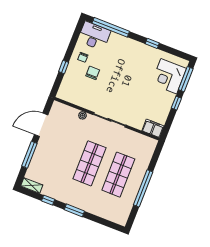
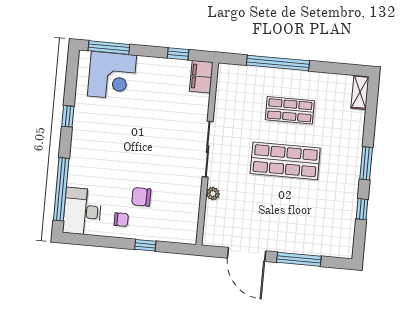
window: (176, 103) -> (178, 54), moved
shop shelf: (118, 175) -> (290, 110), width x0.70, depth x0.74
shelving: (32, 186) -> (360, 92), moved
window: (143, 188) -> (278, 63), moved

